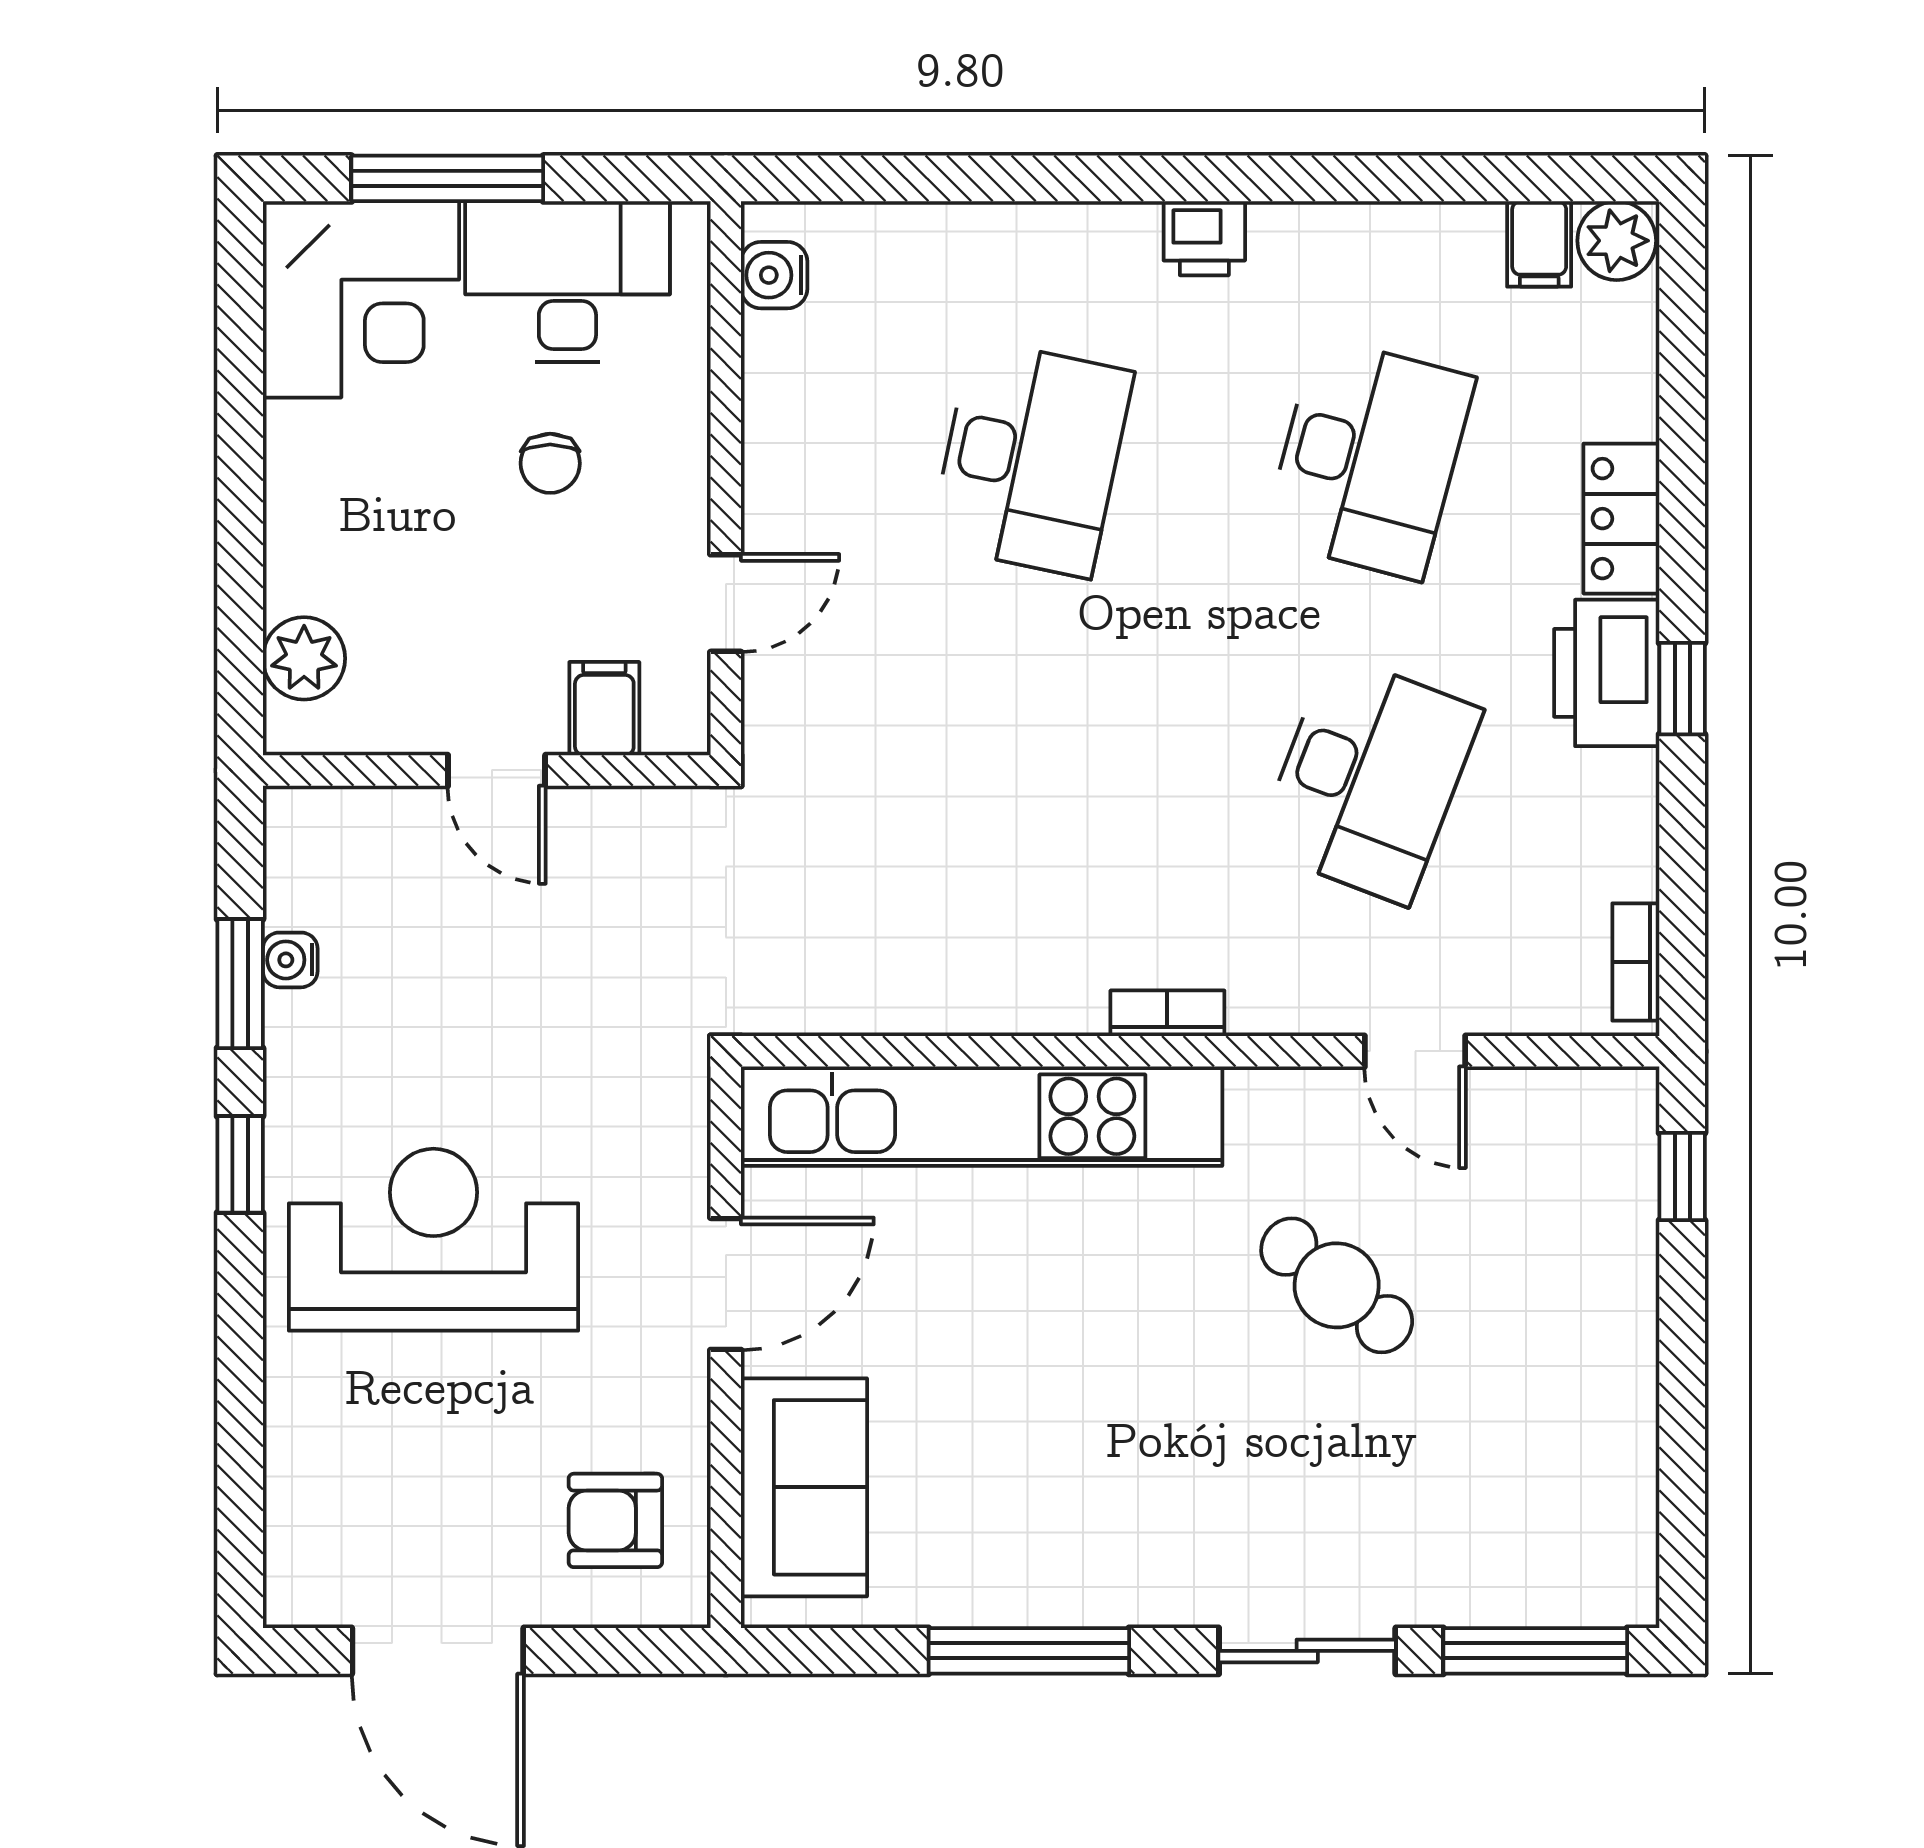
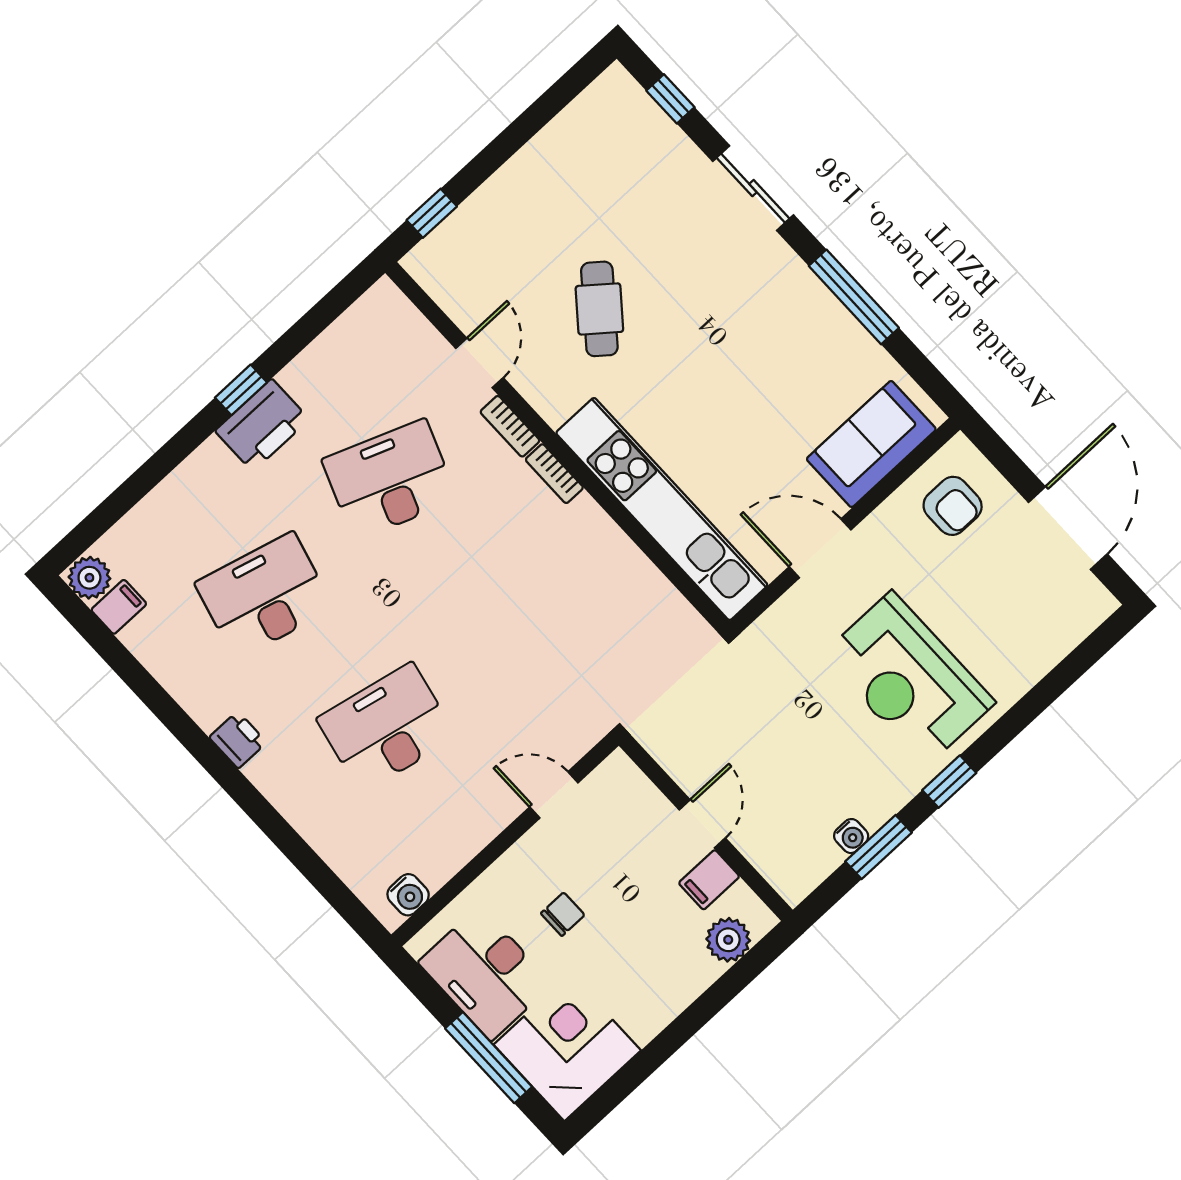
locker: (1621, 519) -> (196, 475), removed
filing cabinet: (604, 709) -> (709, 880), moved
bookcase: (1636, 962) -> (510, 426), moved, turned 90
window: (1535, 1651) -> (670, 99), width x0.46

